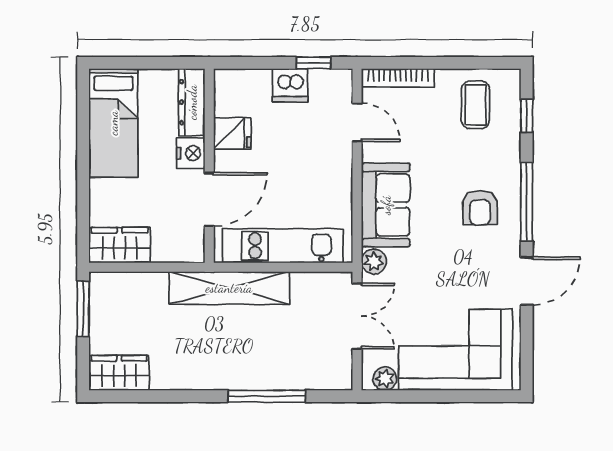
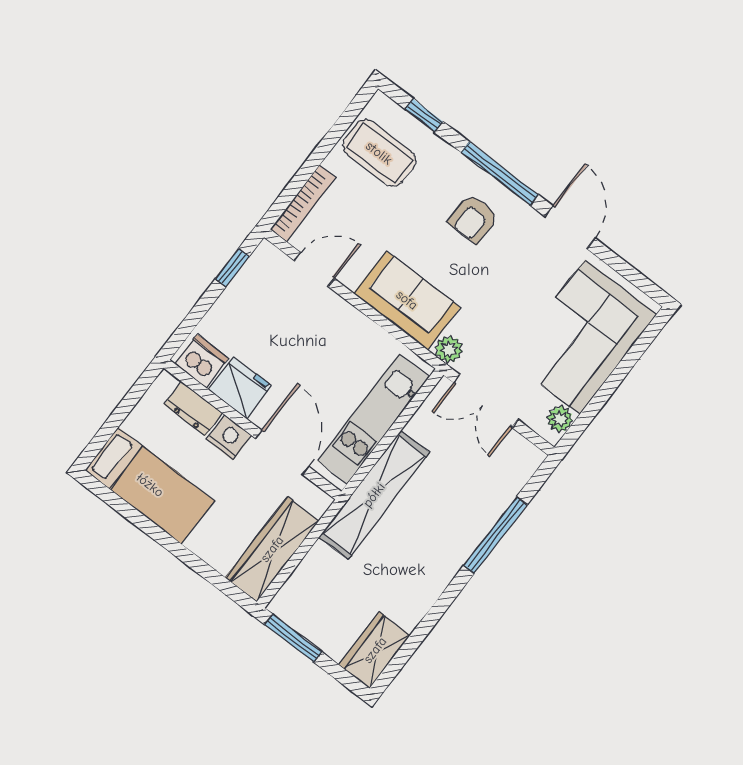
dishwasher: (290, 85) -> (201, 361), moved, turned -90
dresser: (192, 102) -> (193, 409), width x0.70
coffee table: (475, 105) -> (379, 153), width x1.36, depth x1.30
fridge: (232, 134) -> (240, 388), width x1.38
armchair: (480, 208) -> (473, 219), turned 90
wardrobe: (120, 245) -> (272, 549), width x1.50
double door: (357, 316) -> (486, 401), swing flipped

